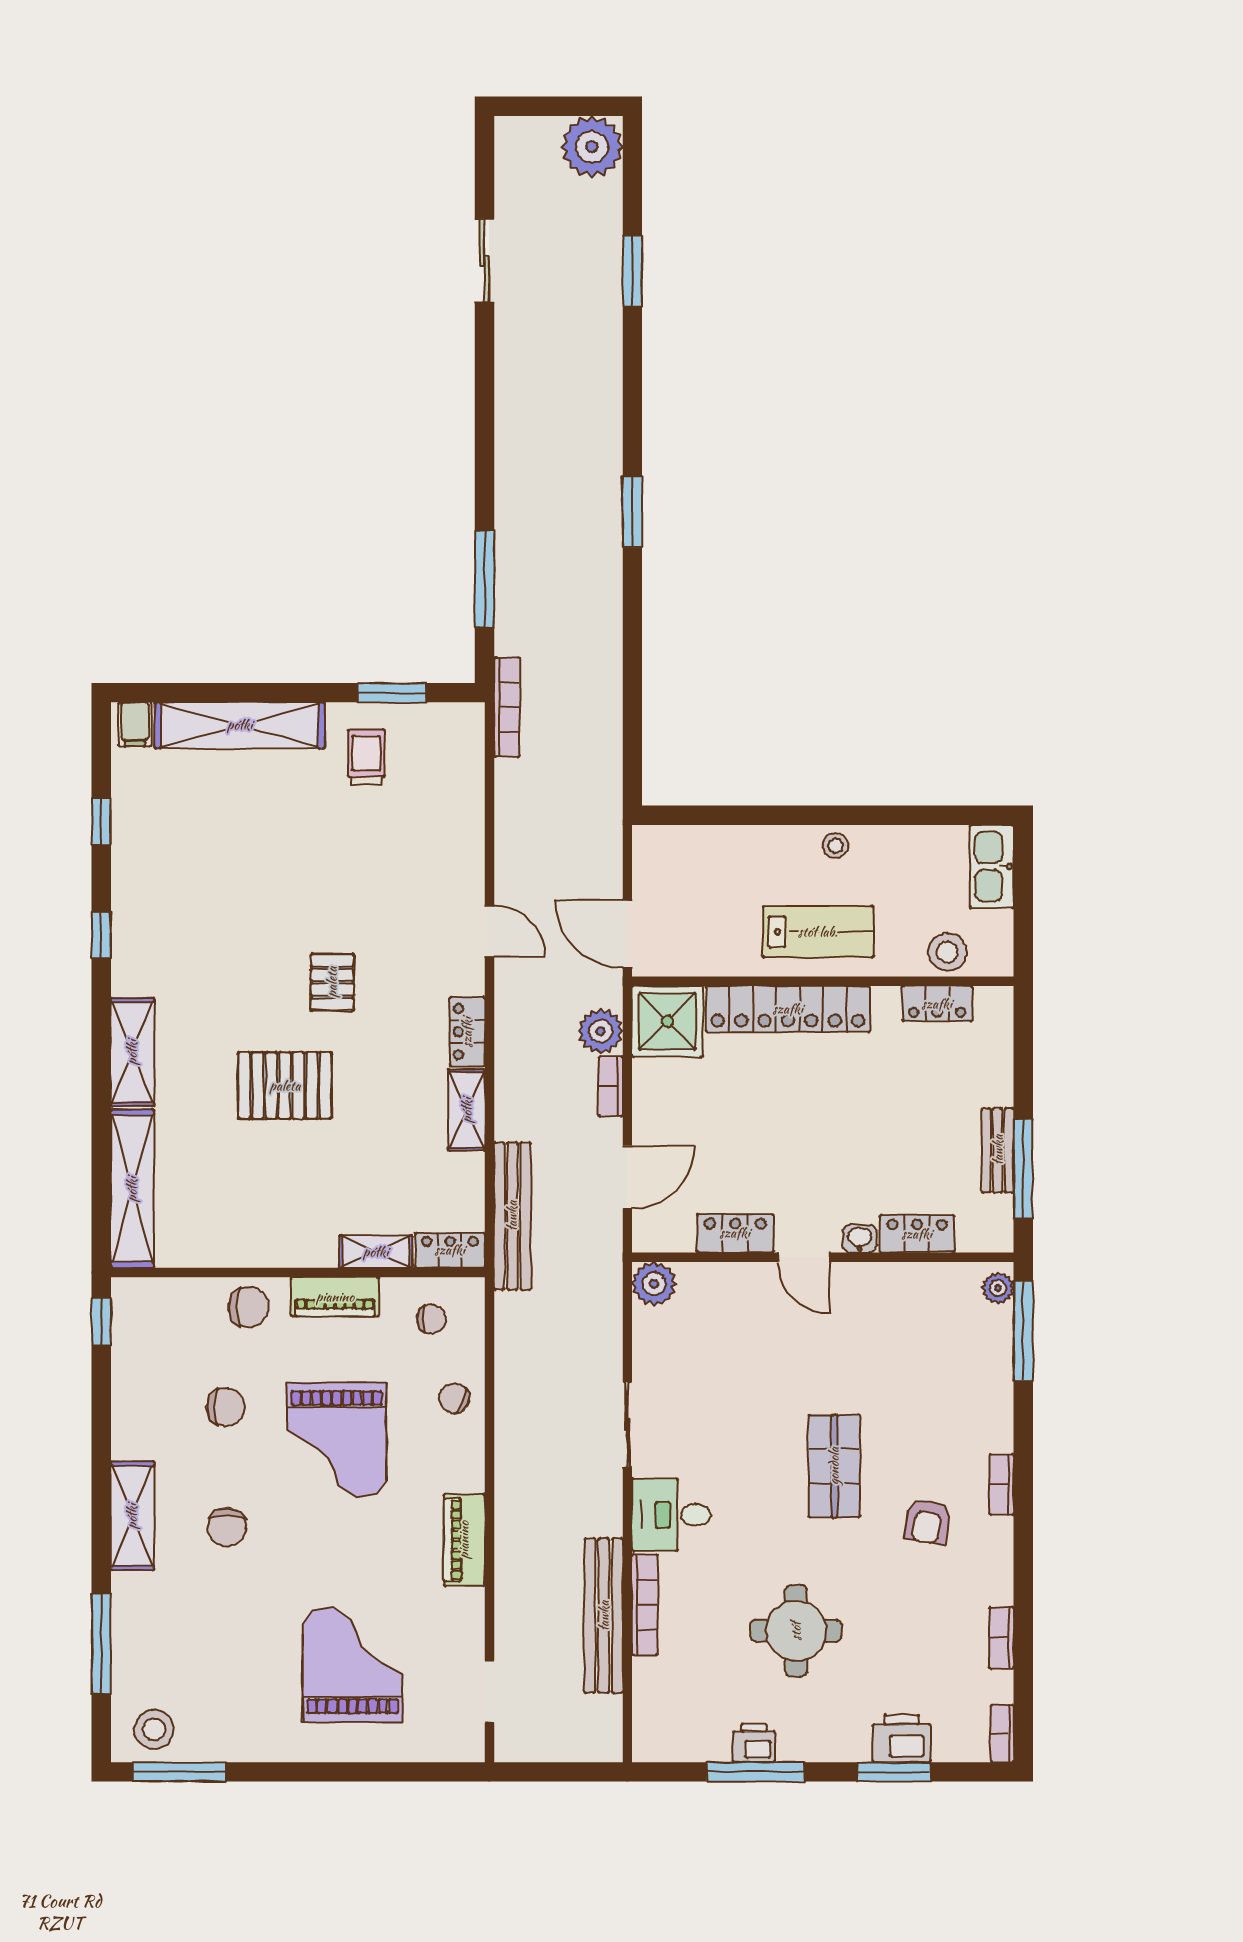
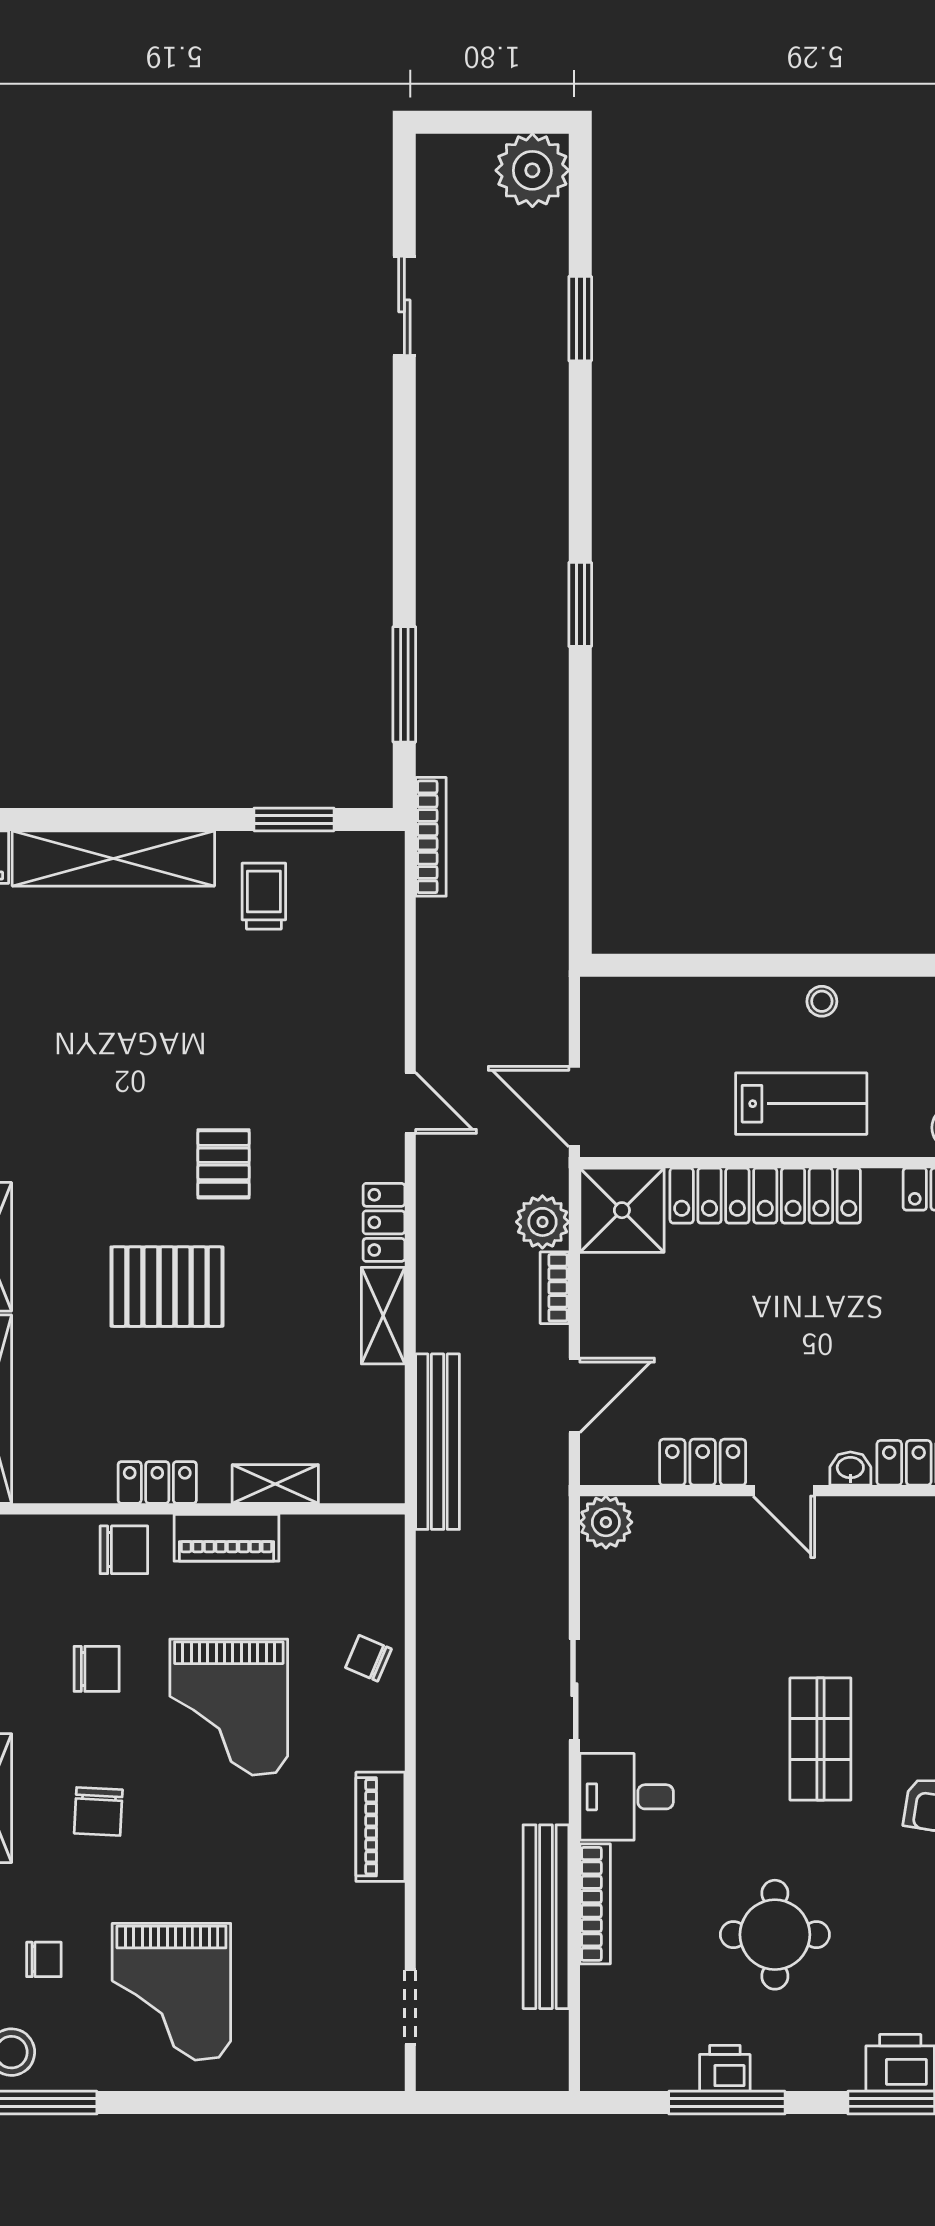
locker: (450, 1250) -> (157, 1482), moved
chair: (431, 1319) -> (44, 1959), moved
grand piano: (353, 1665) -> (171, 1992), moved, turned 180

